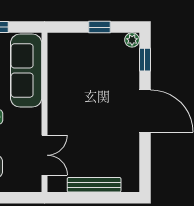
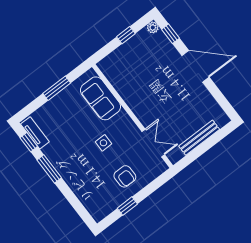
sofa: (26, 71) -> (101, 98), width x0.73

